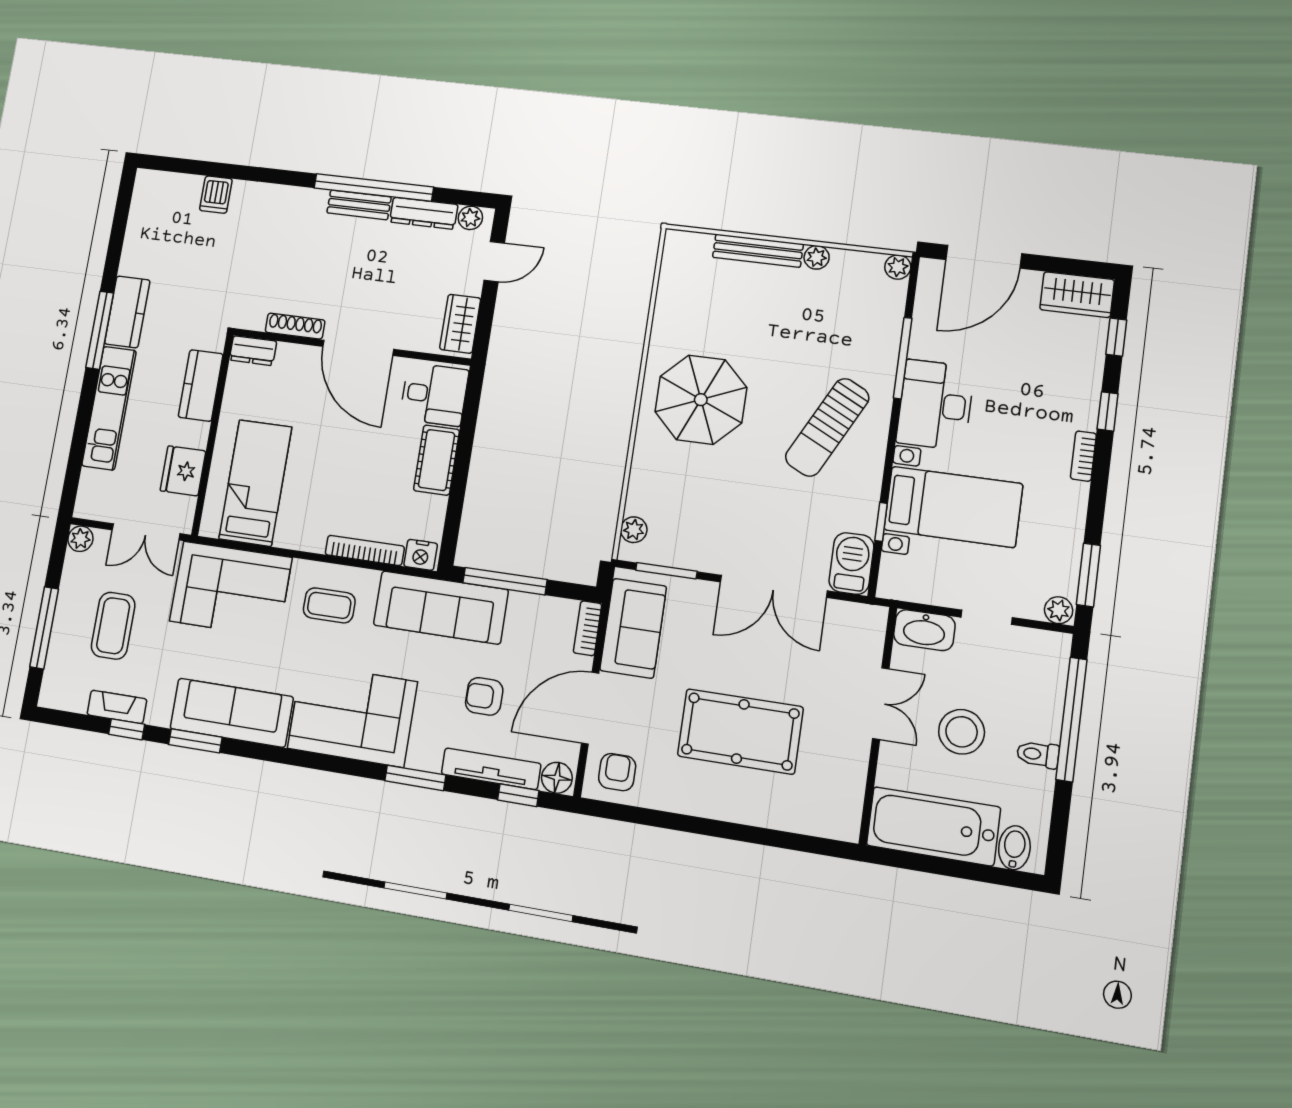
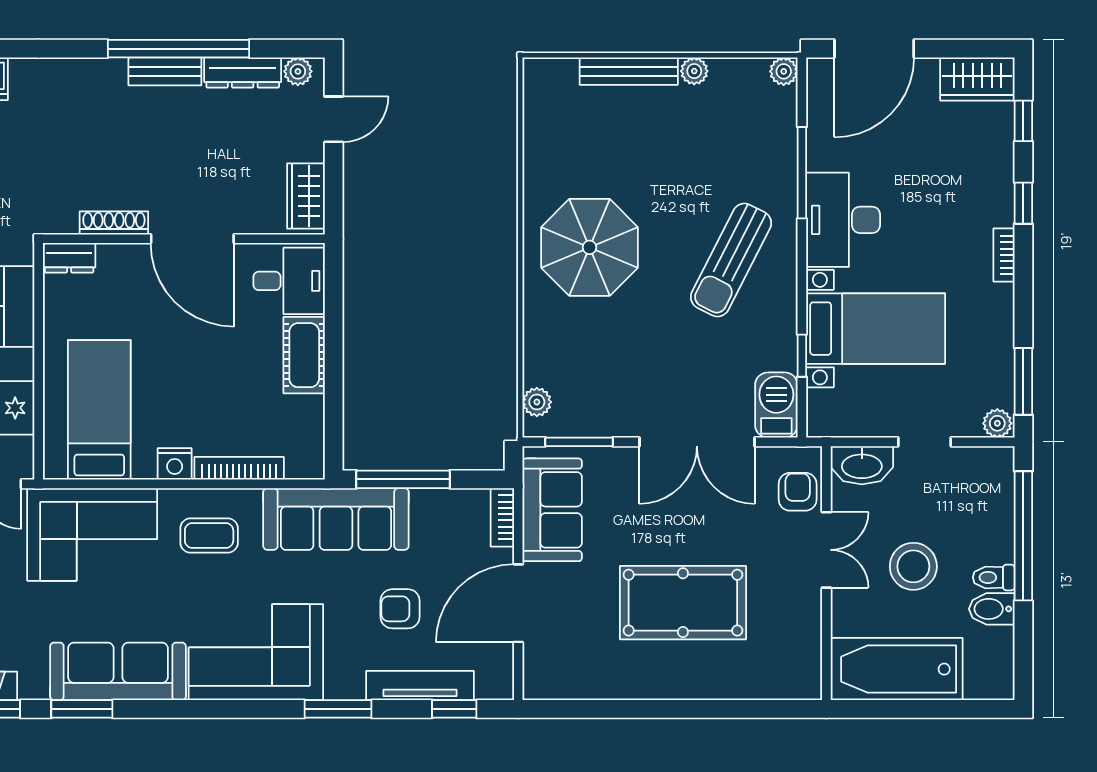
nightstand: (421, 555) -> (175, 464), moved
armchair: (617, 772) -> (798, 492), moved
floor lamp: (557, 778) -> (493, 683), removed
bidet: (1014, 848) -> (992, 609), moved, turned -90

